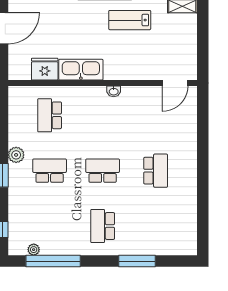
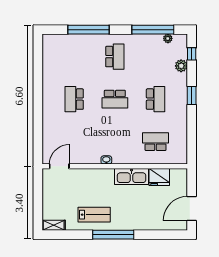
school desk: (50, 115) -> (156, 142), turned -90
plant: (16, 155) -> (181, 66), moved
school desk: (50, 171) -> (156, 99), turned -90
window: (137, 261) -> (88, 30), width x1.46

